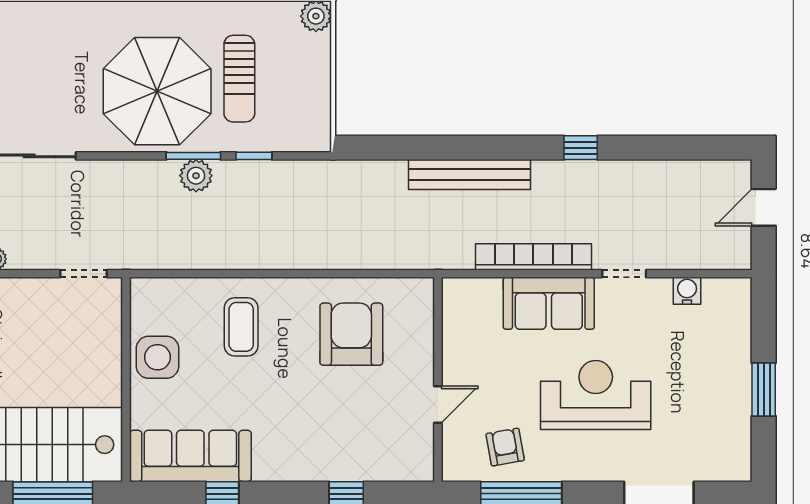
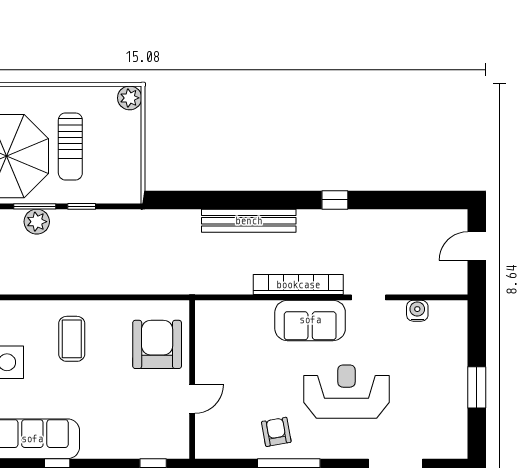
wall: (438, 379) -> (192, 379), moved
door: (438, 404) -> (192, 399), moved

